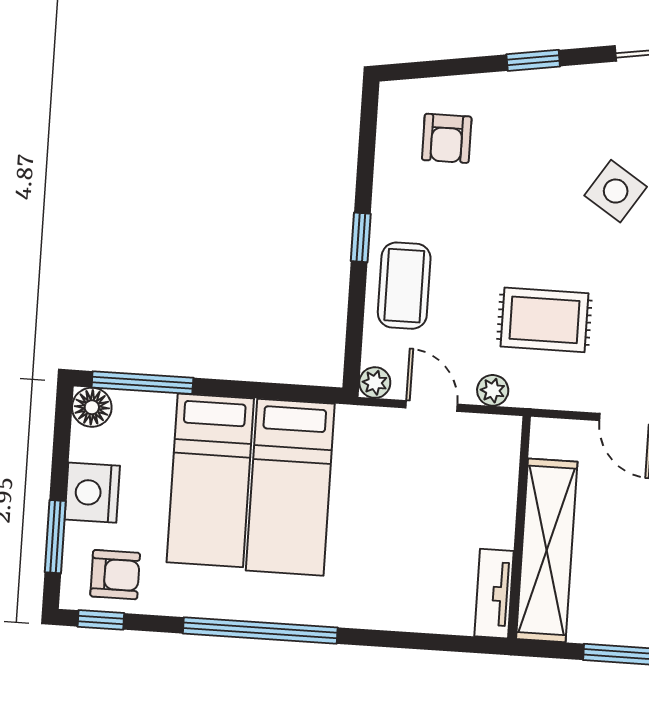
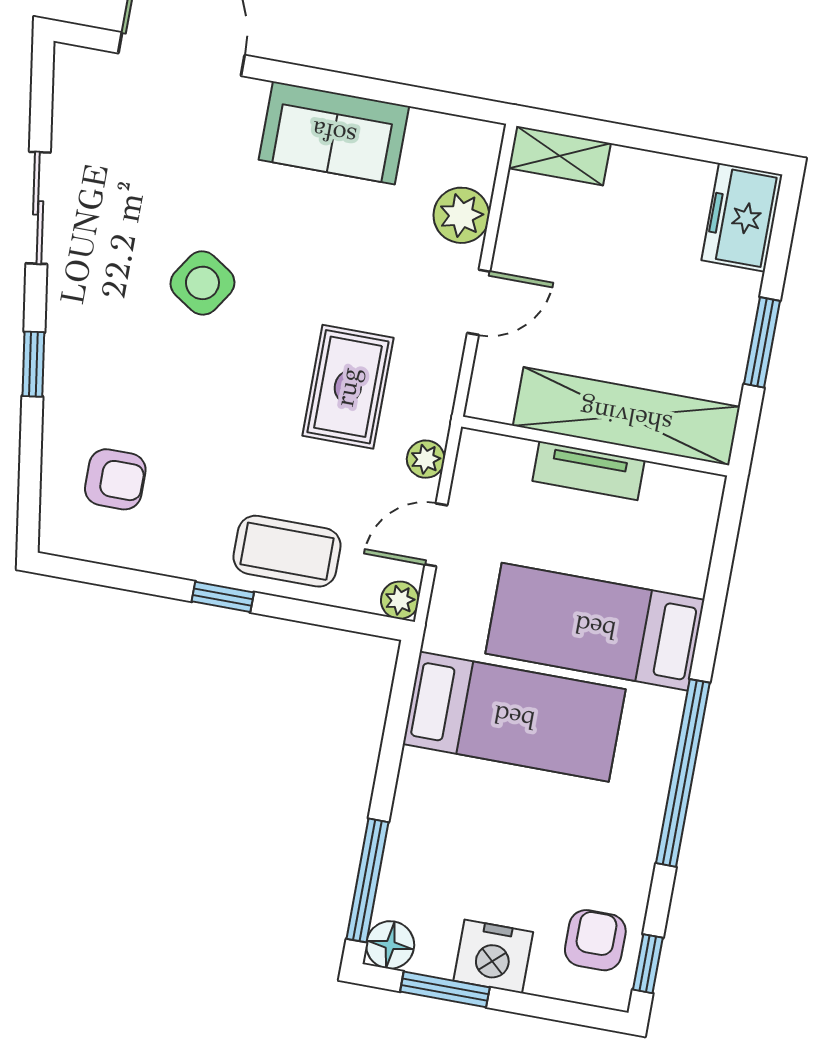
bed: (210, 480) -> (595, 627), moved, turned 180
window: (55, 537) -> (445, 989), moved
tv unit: (494, 594) -> (588, 471), moved

